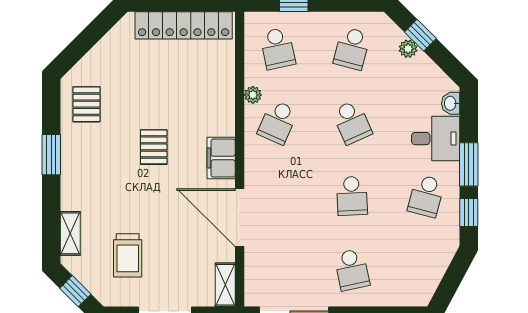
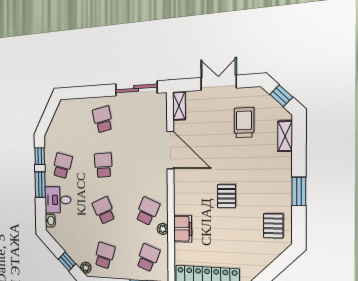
school desk: (278, 48) -> (148, 258), turned 33
plant: (408, 49) -> (86, 268), moved
filing cabinet: (221, 158) -> (183, 229), moved

